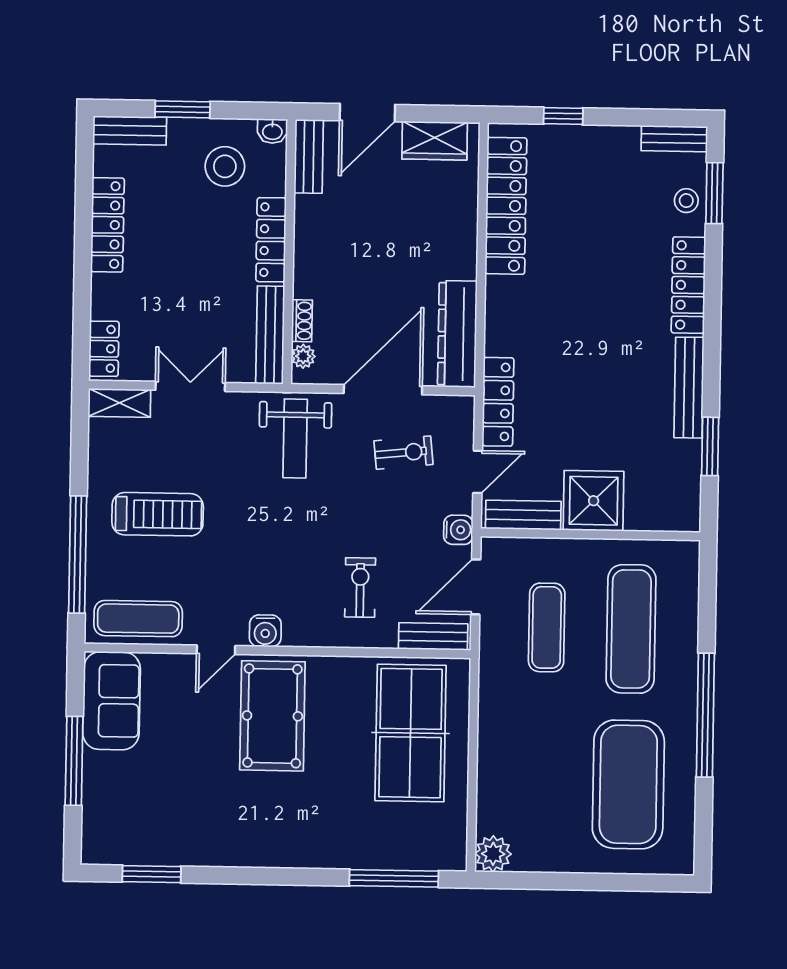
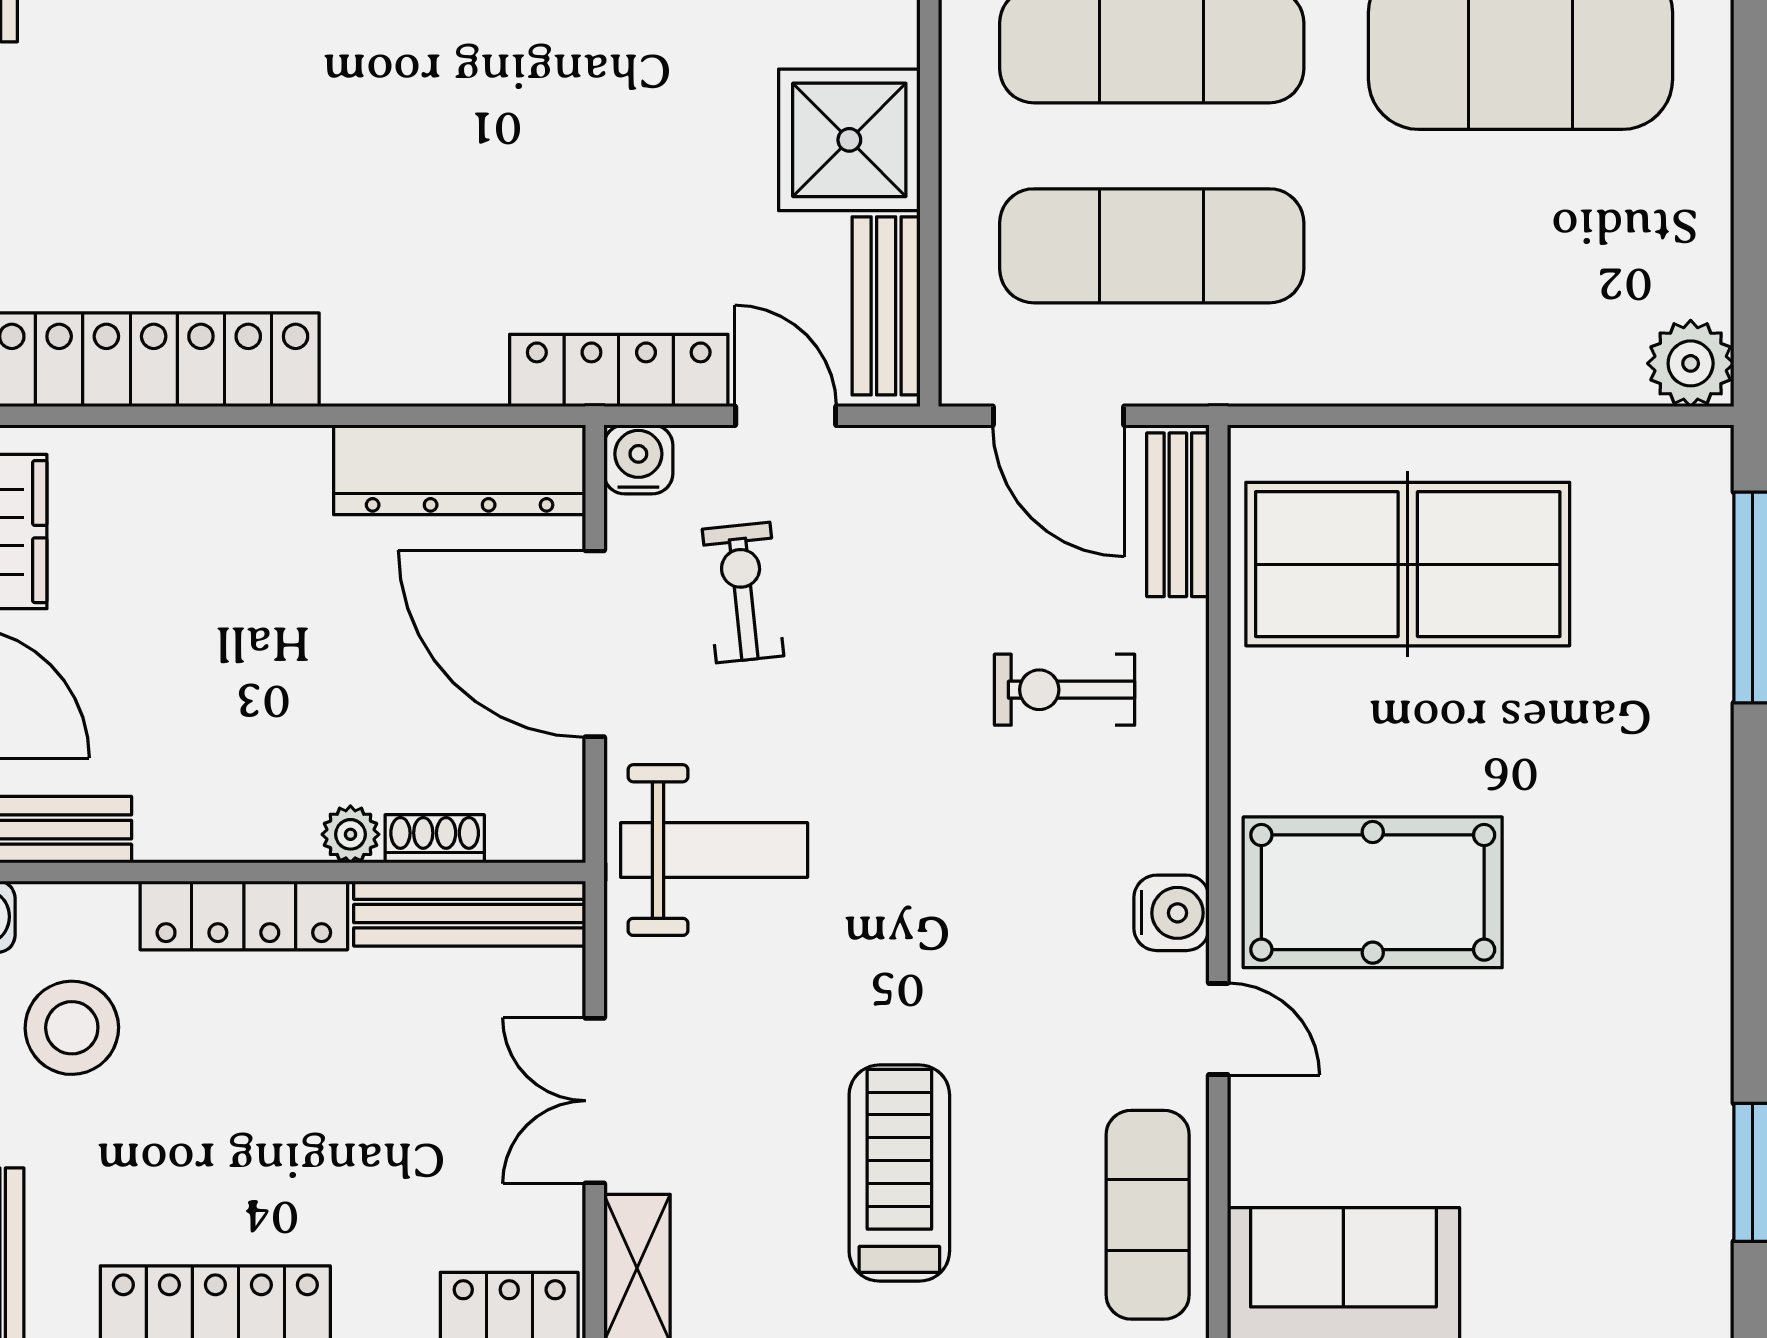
plant: (303, 356) -> (350, 834), moved
water cooler: (458, 530) -> (638, 459), moved
exercise mat: (547, 627) -> (1152, 246), width x1.36, depth x1.45

